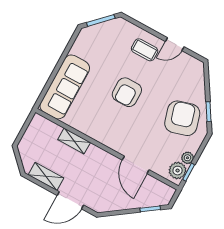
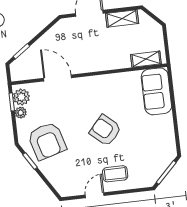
sofa: (65, 87) -> (156, 91), width x0.73
armchair: (127, 92) -> (105, 130), turned -48
shelving: (74, 141) -> (146, 59), moved

